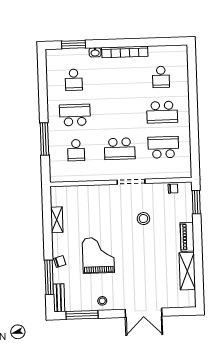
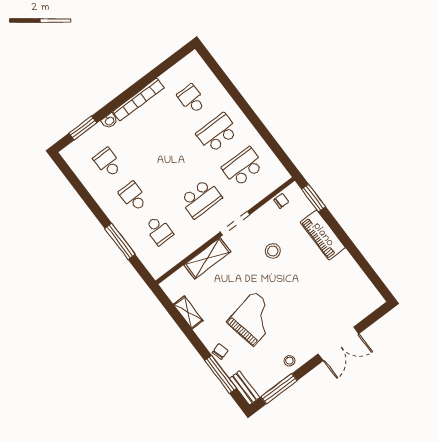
school desk: (161, 77) -> (192, 99), turned 180
school desk: (74, 80) -> (108, 163), turned 180
school desk: (162, 112) -> (217, 133), turned 180
school desk: (75, 115) -> (133, 197), width x0.54
piano: (187, 237) -> (323, 235), width x1.37, depth x1.33
grand piano: (98, 255) -> (254, 319), turned 79
shelving: (187, 271) -> (207, 258), moved, turned 90

